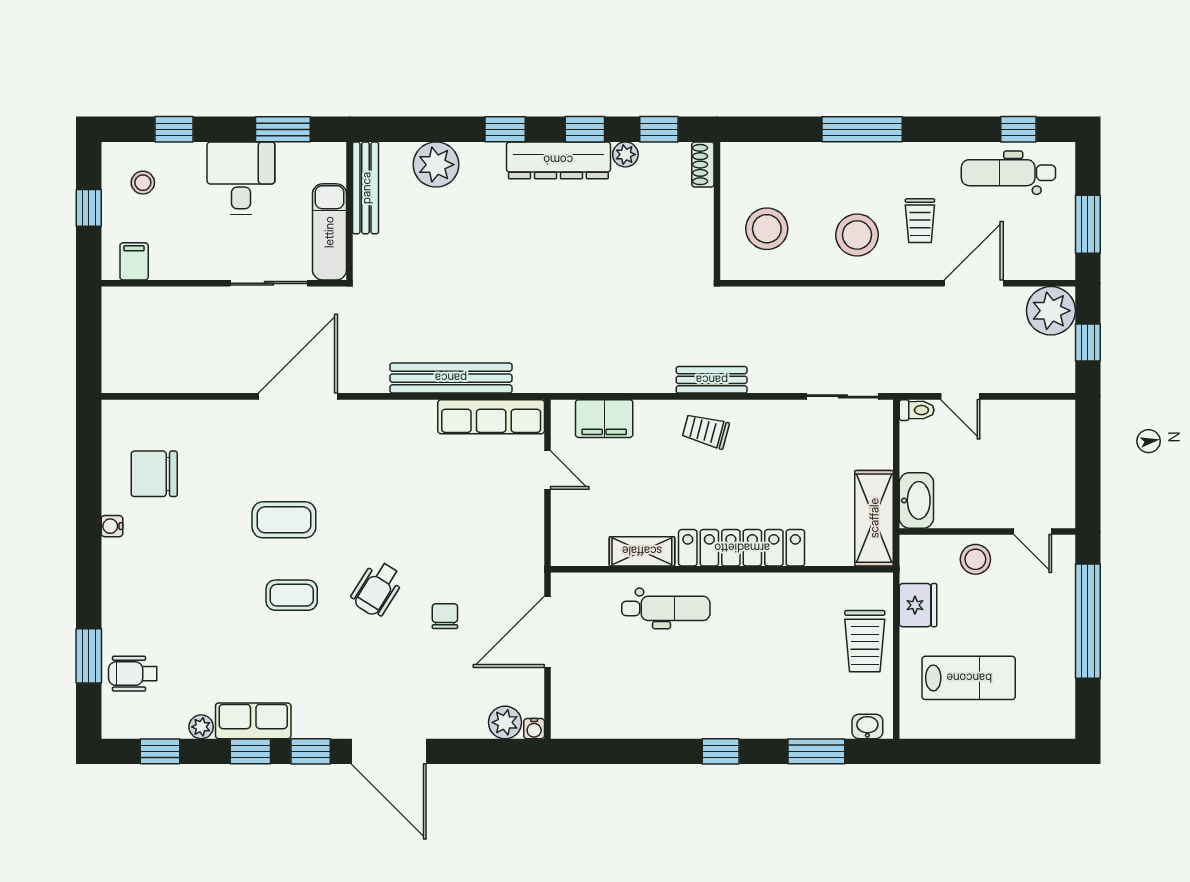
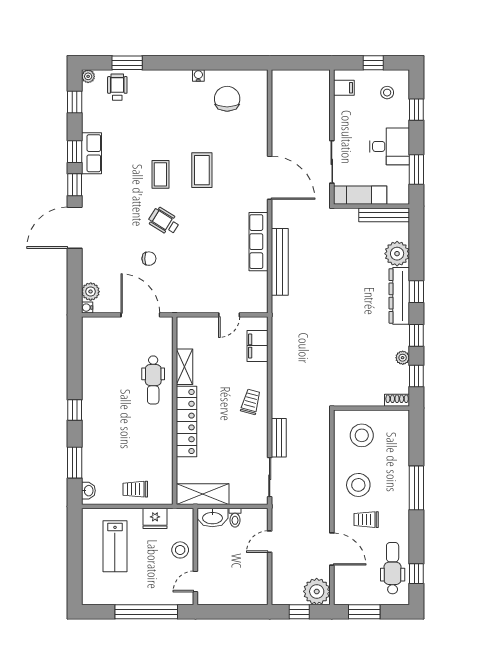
dresser: (558, 160) -> (399, 296), moved
bench: (712, 380) -> (279, 438), moved
toilet: (917, 410) -> (235, 518), moved
row of seats: (491, 417) -> (258, 242), moved
trolley: (865, 641) -> (135, 489), width x0.73, depth x0.72
plant: (201, 727) -> (88, 76), moved

